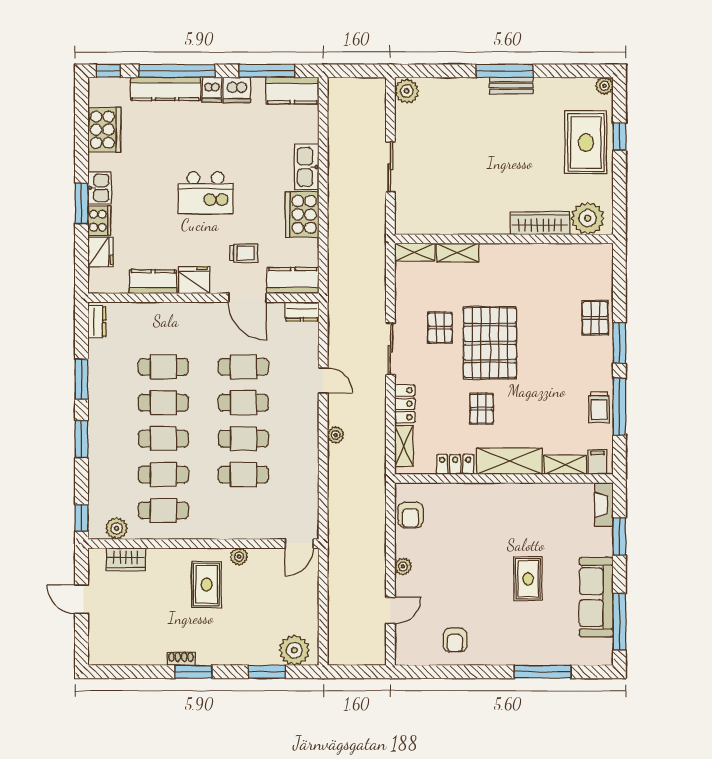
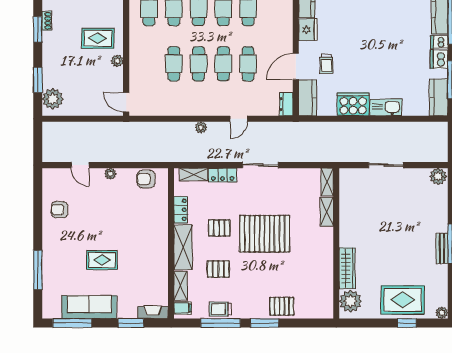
kitchen island: (206, 193) -> (368, 38), removed
pallet: (440, 328) -> (218, 269), moved

